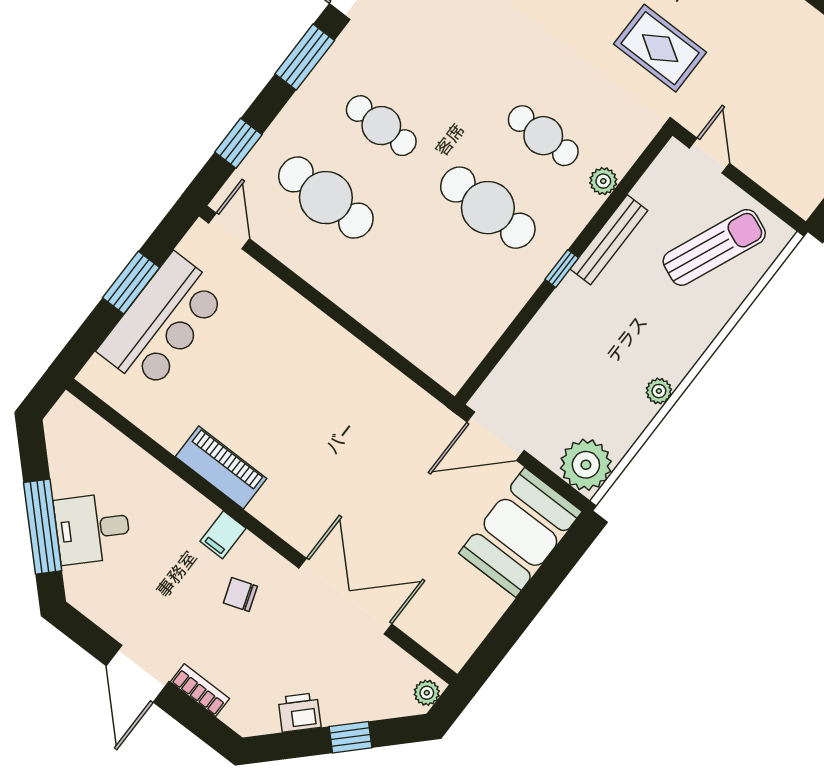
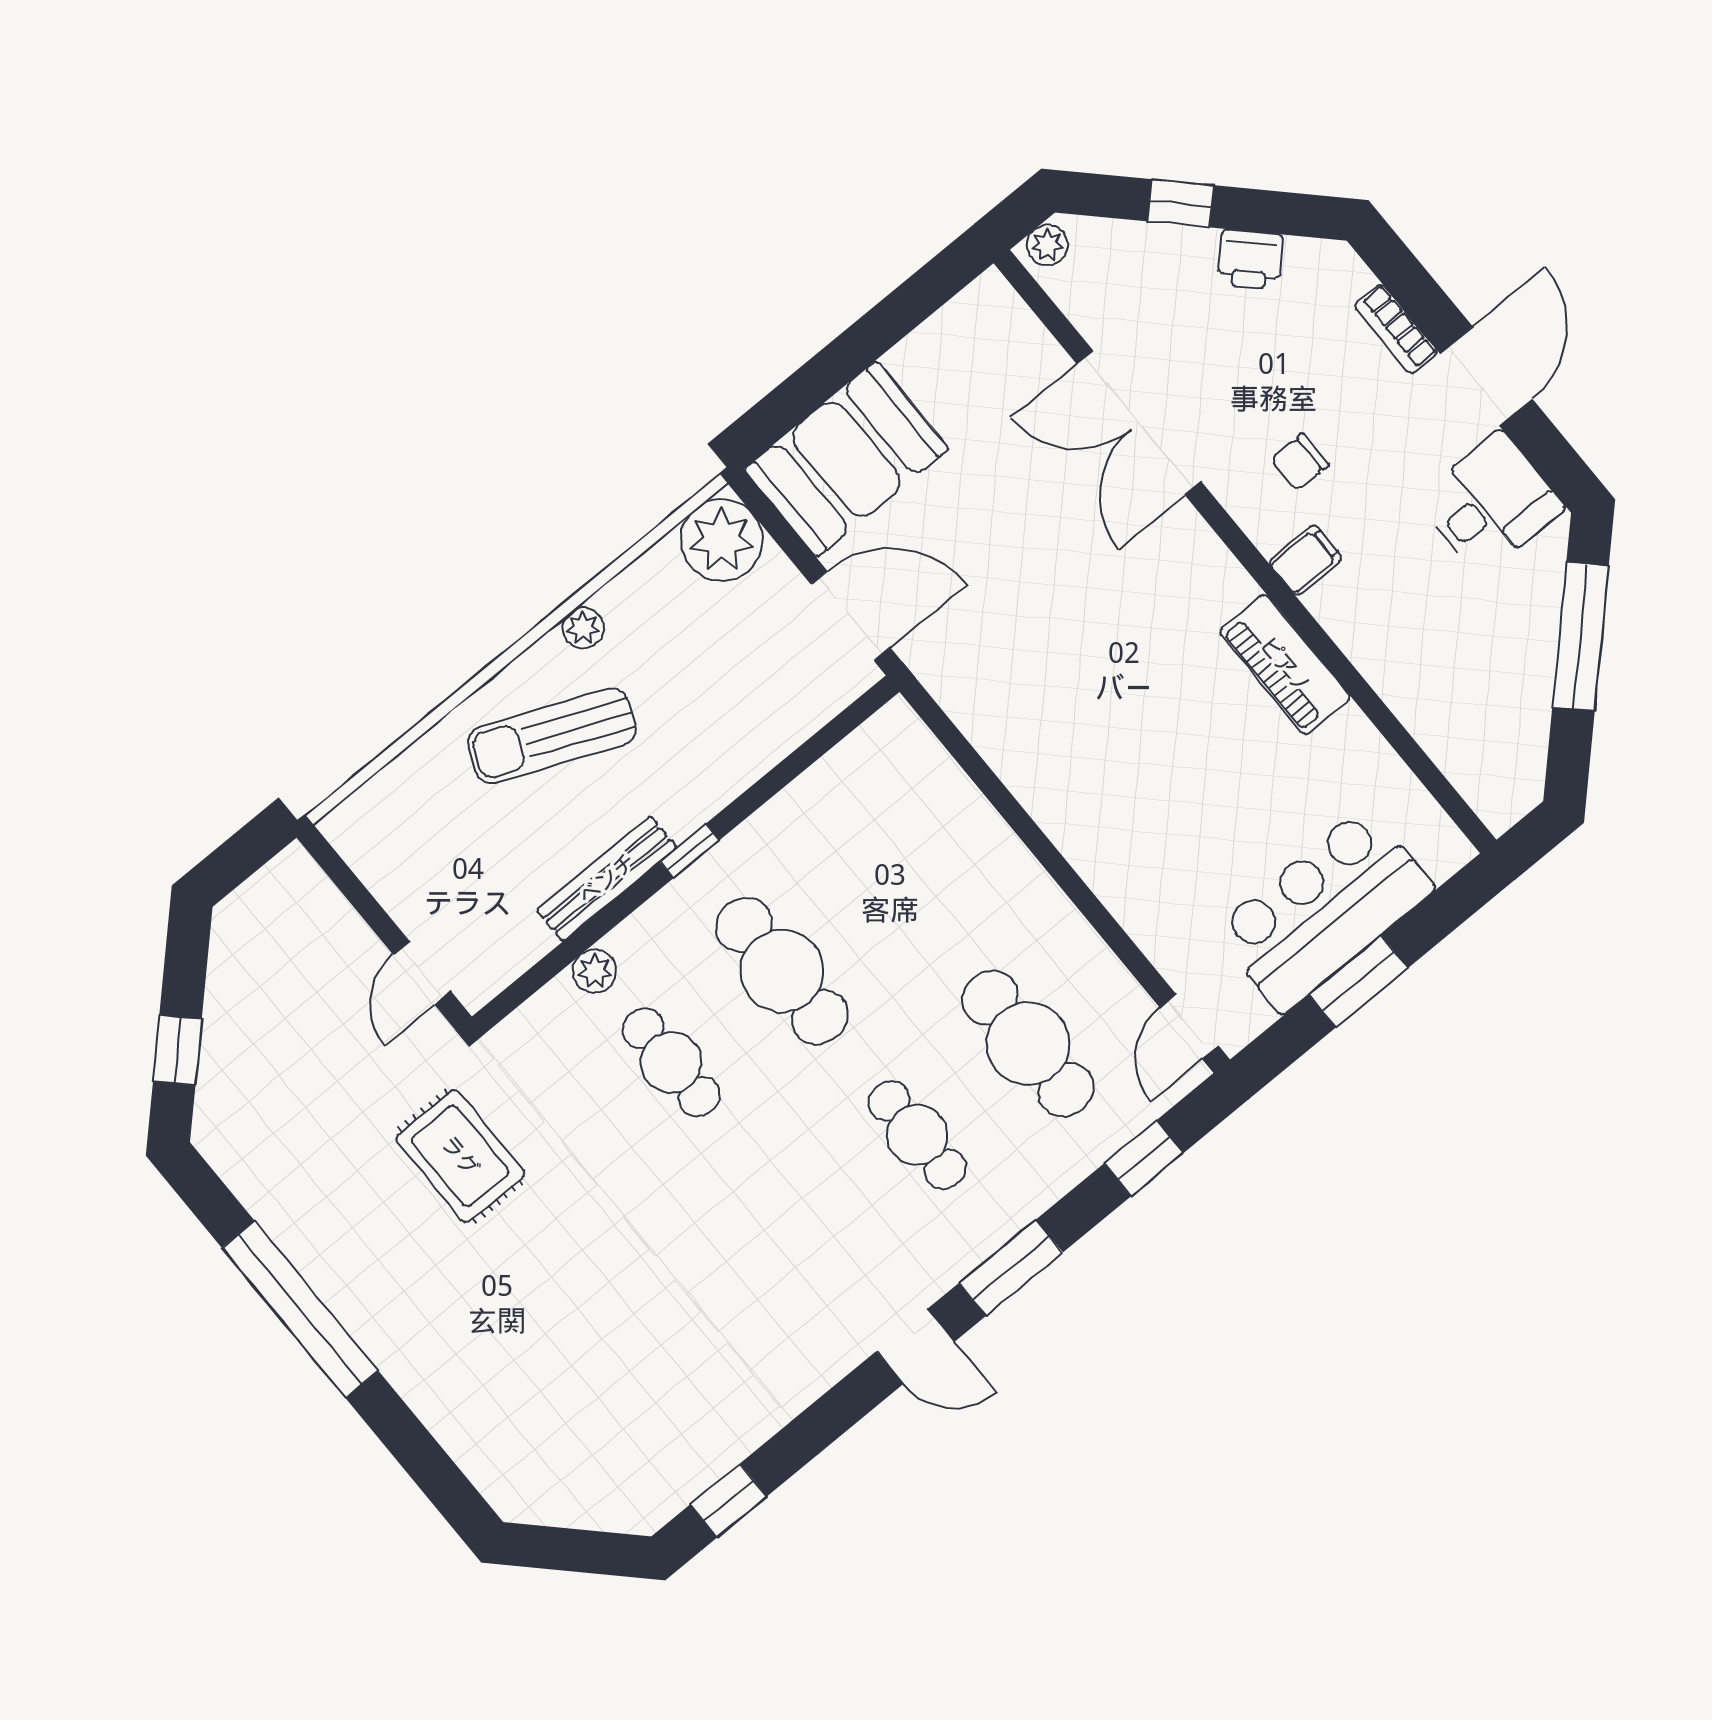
sun lounger: (714, 247) -> (552, 736), moved
desk: (92, 528) -> (1490, 503), moved, turned -45
chair: (240, 595) -> (1300, 462), turned 109

